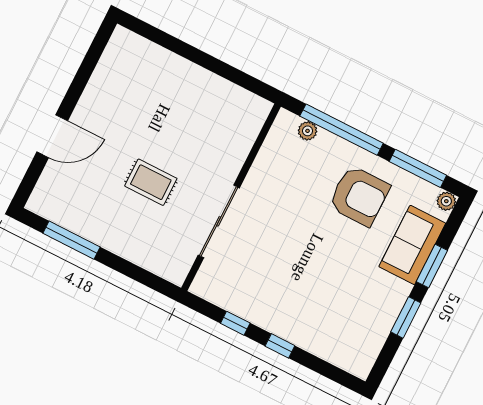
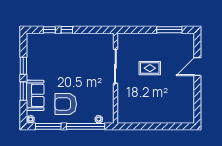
window: (235, 323) -> (49, 30), moved

